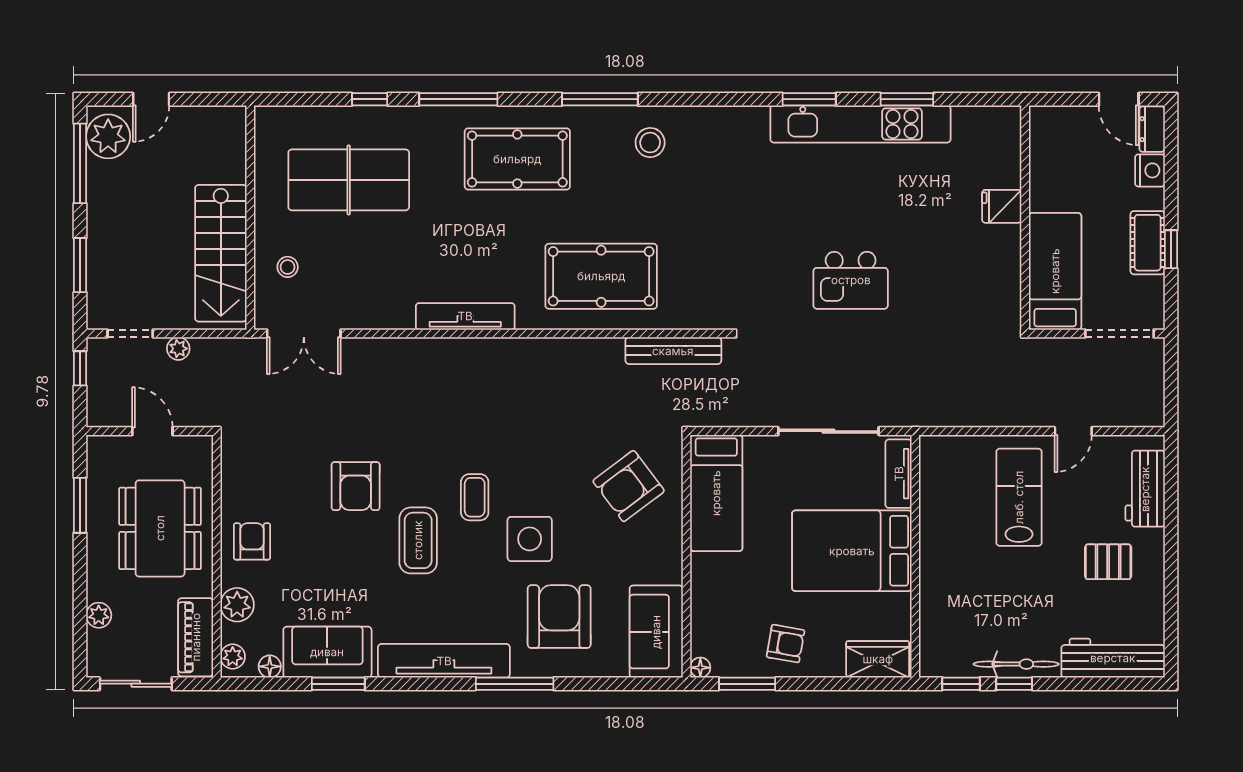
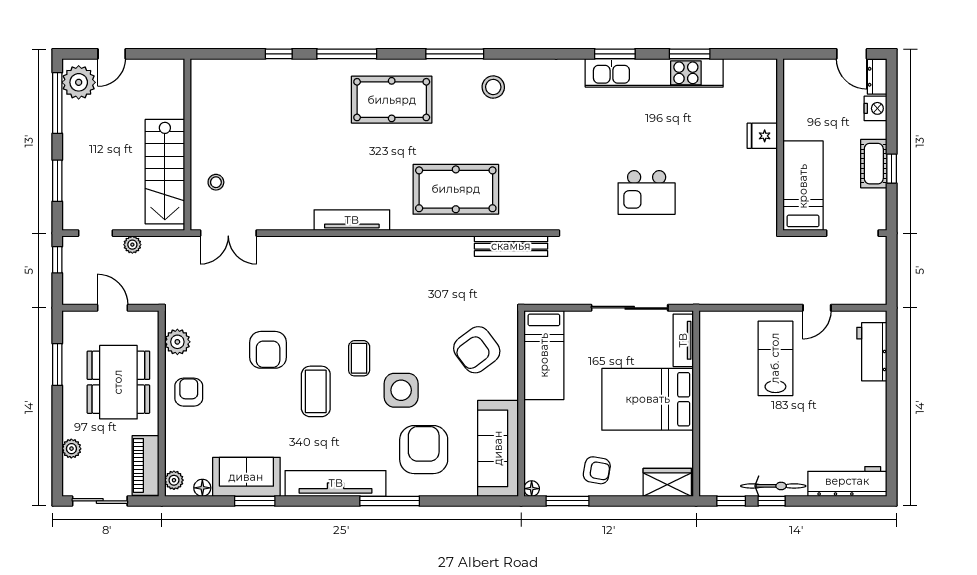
table tennis table: (349, 180) -> (263, 116), removed
pallet: (1108, 562) -> (844, 408), removed
plant: (237, 605) -> (177, 342), moved
sofa: (656, 632) -> (498, 448), width x1.36

